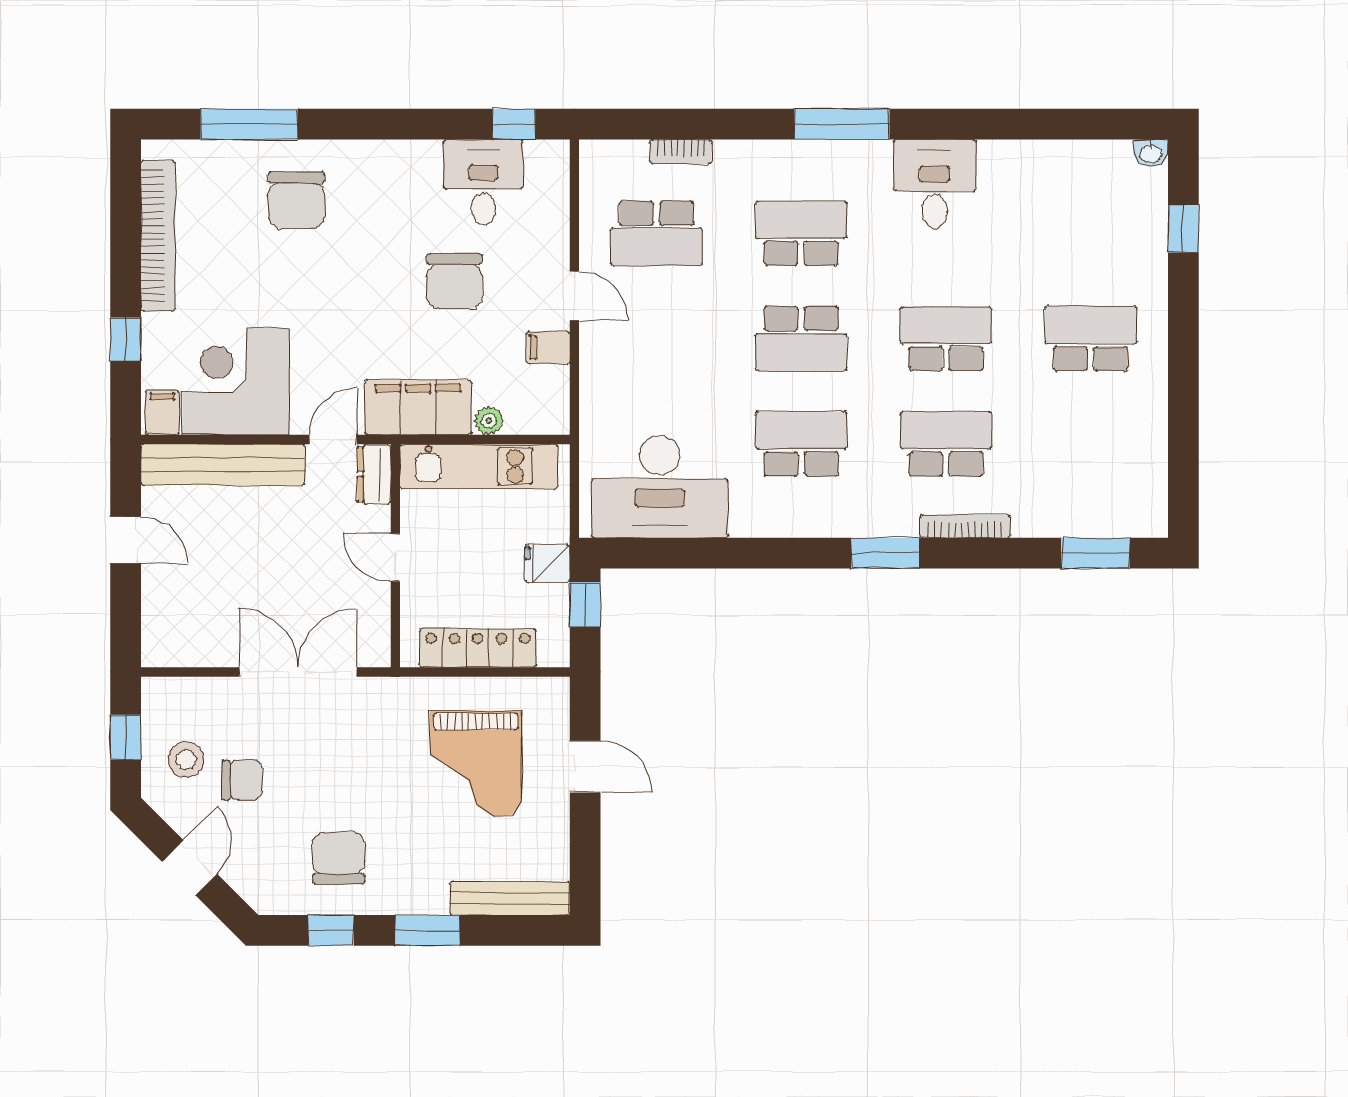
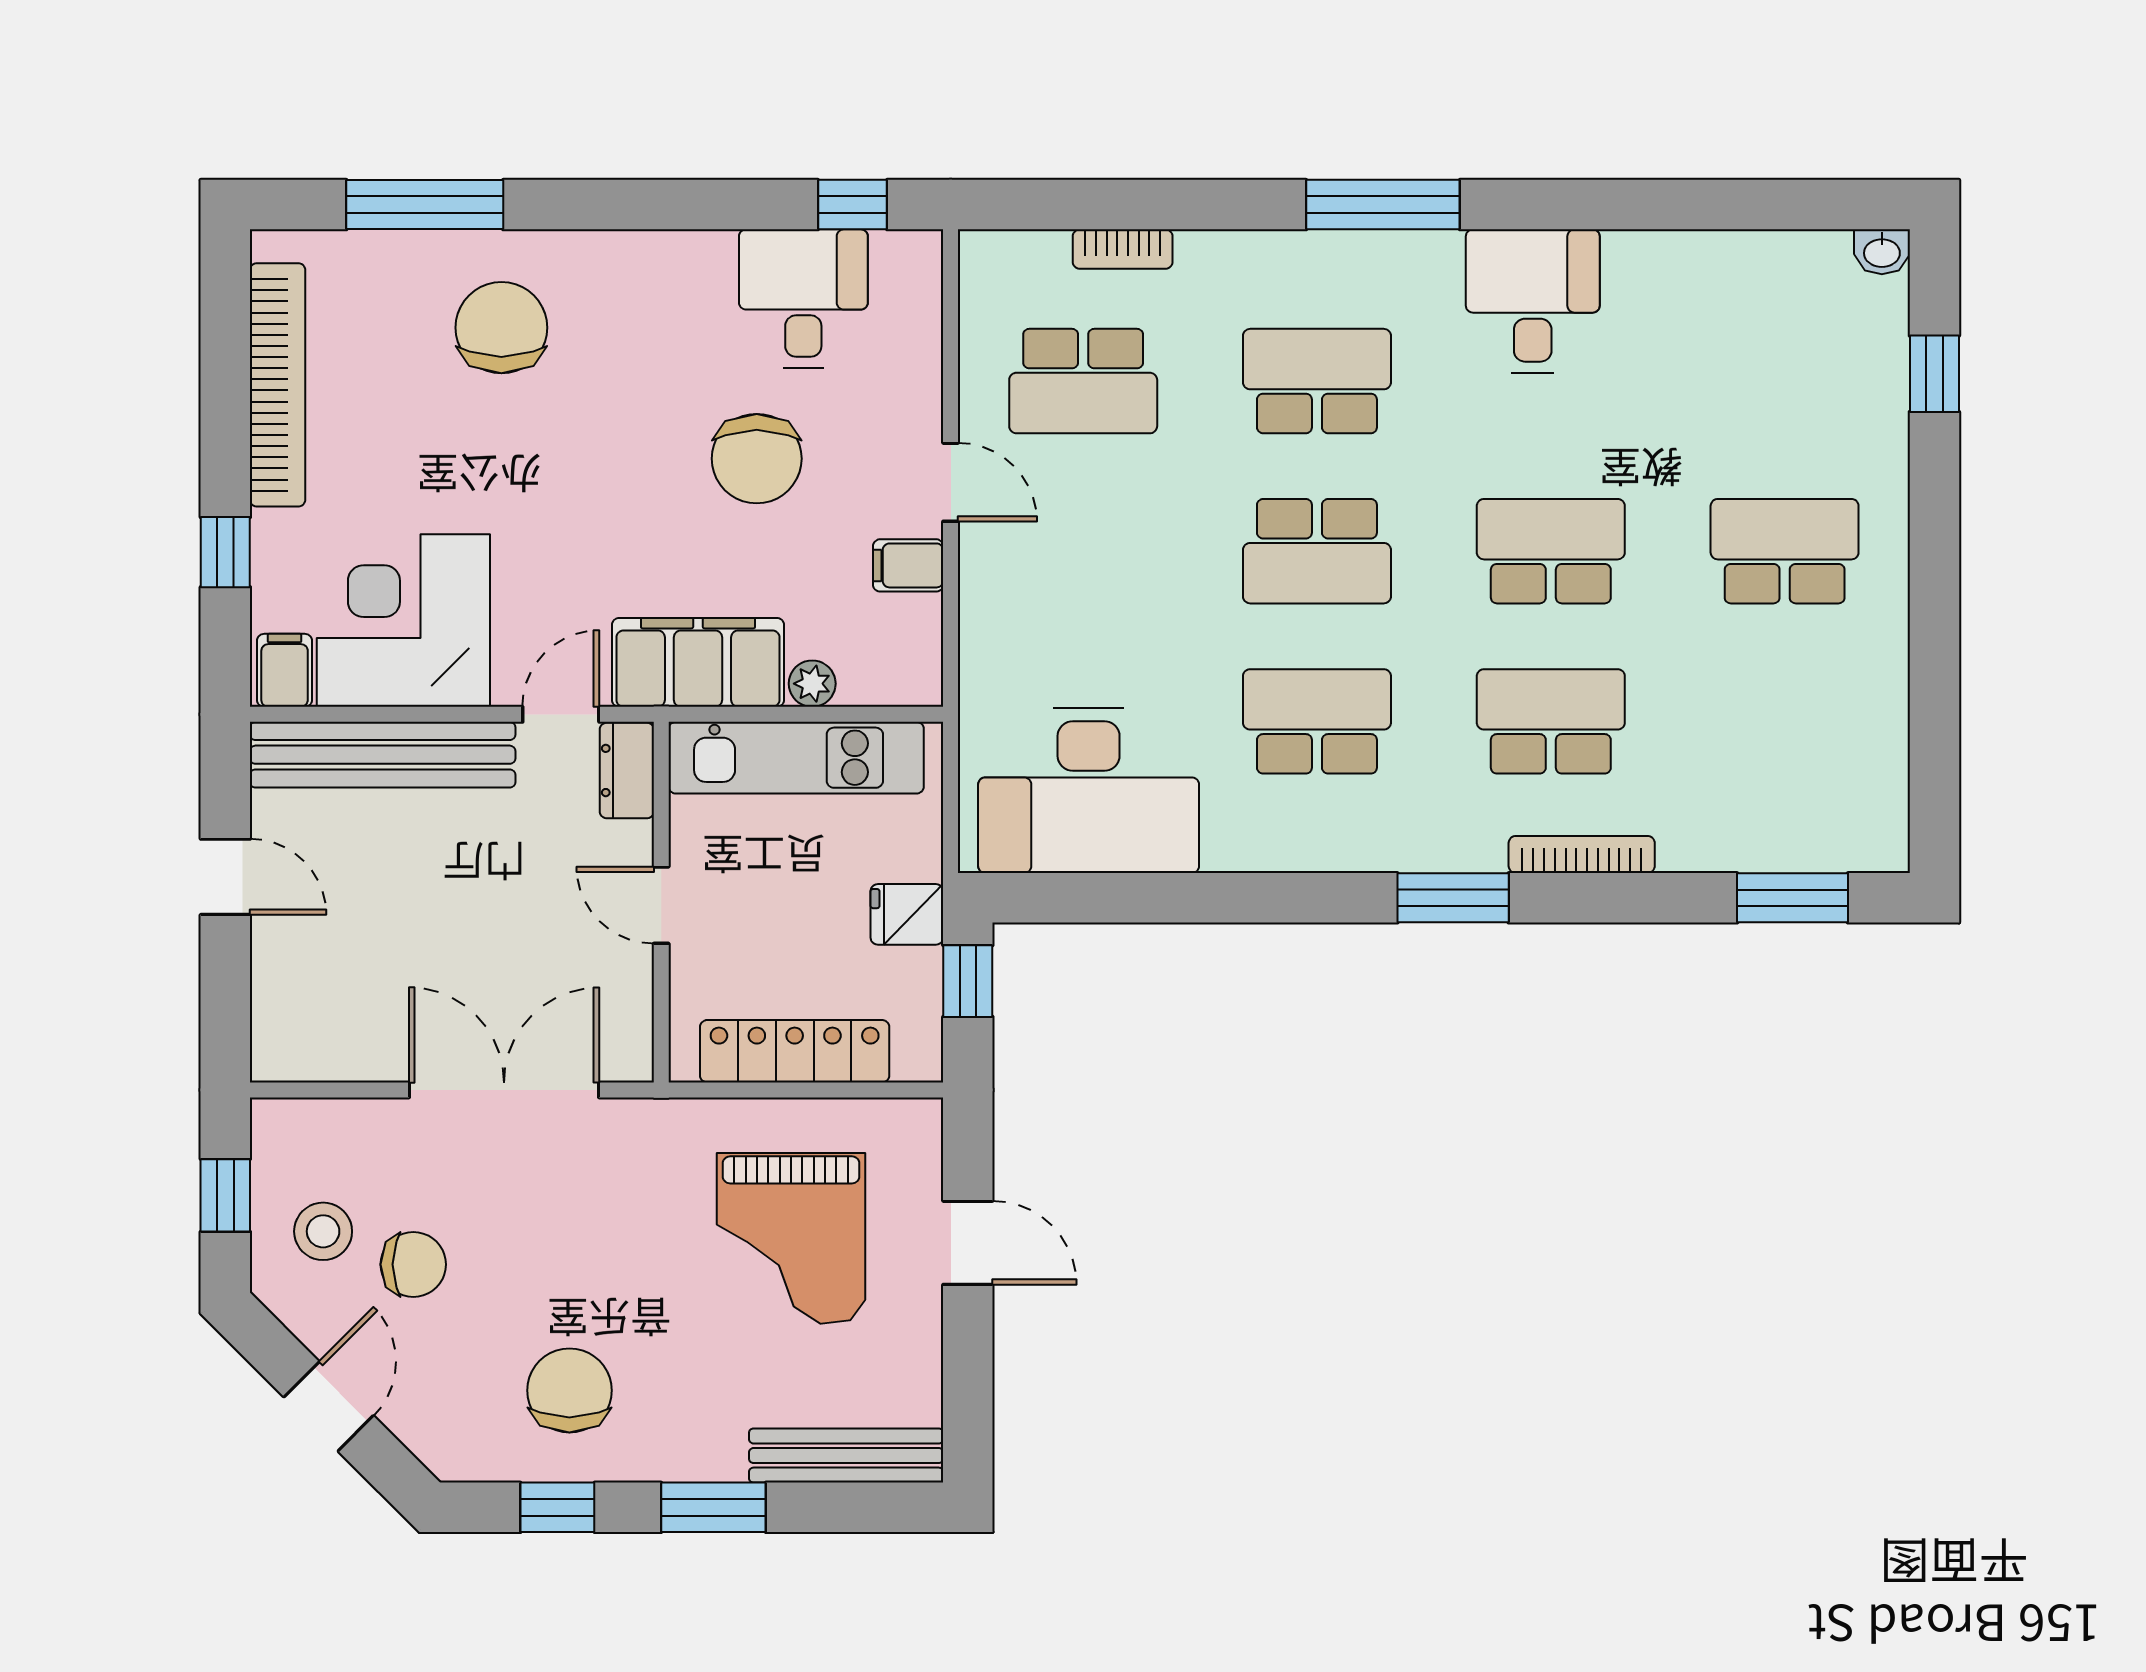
chair: (296, 200) -> (501, 328), turned 180

